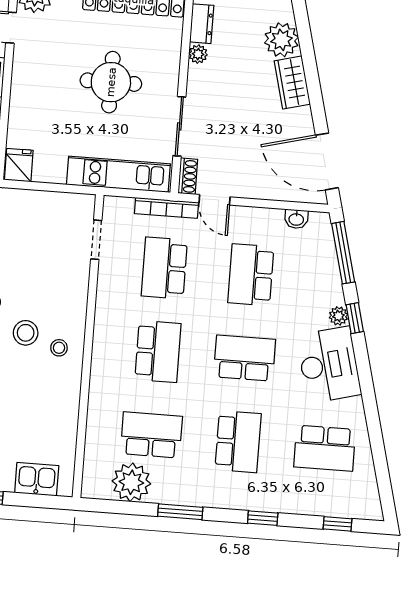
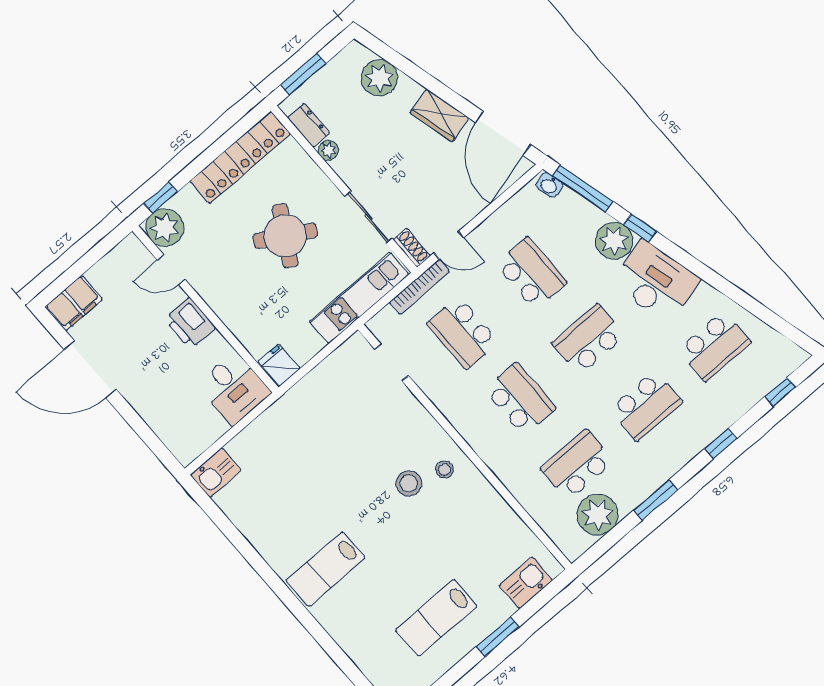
round table: (111, 82) -> (285, 236), turned 30
wardrobe: (292, 82) -> (439, 115), moved
door: (327, 161) -> (503, 133), hinge flipped
washbasin: (296, 219) -> (549, 185), moved, turned 76
school desk: (251, 275) -> (531, 273), turned 180
plant: (338, 316) -> (614, 241), width x1.88, depth x1.88
school desk: (238, 442) -> (646, 406), turned 90

